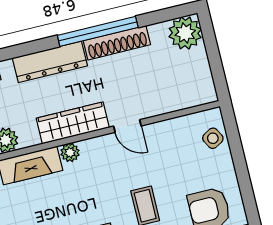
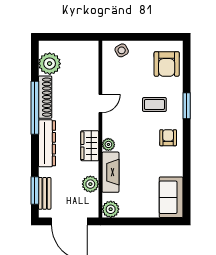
plant: (185, 33) -> (50, 64), moved
wardrobe: (73, 123) -> (90, 146), width x0.67

